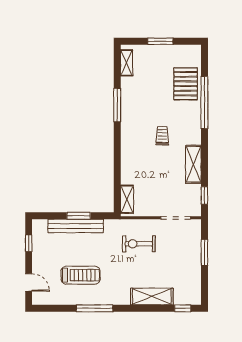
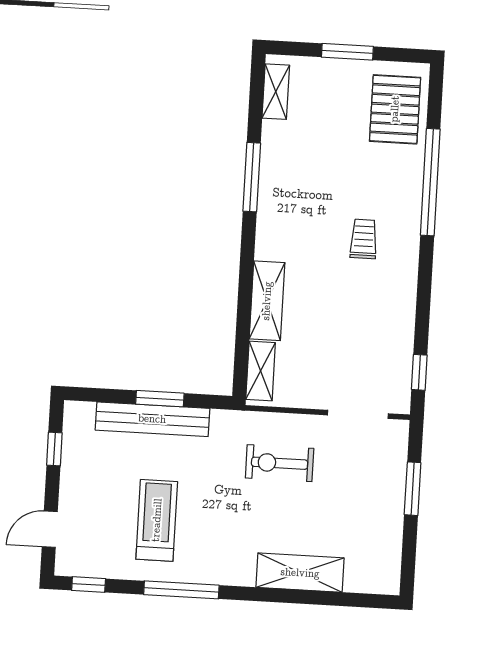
pallet: (186, 84) -> (395, 109), moved
trolley: (162, 136) -> (364, 239), moved
shelving: (193, 164) -> (267, 301), moved
treadmill: (81, 275) -> (157, 520), turned -90
door: (29, 282) -> (50, 529), swing flipped
window: (183, 308) -> (89, 585), moved

